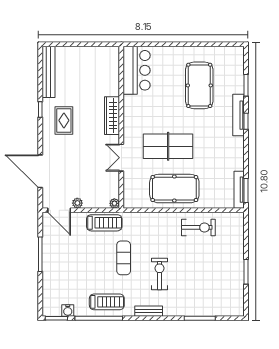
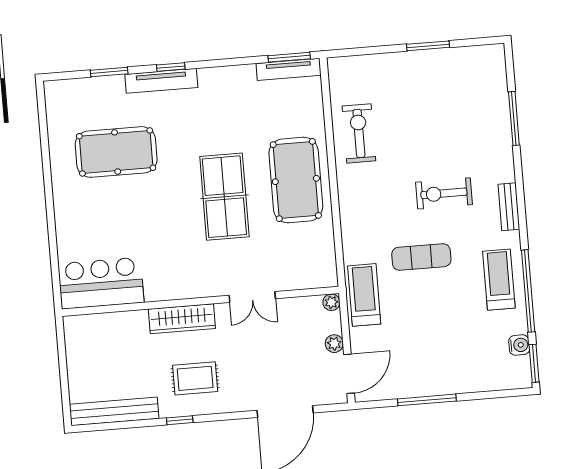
bar counter: (137, 70) -> (101, 283), moved
wardrobe: (112, 116) -> (182, 319), moved
wall: (121, 127) -> (200, 301), moved
double door: (121, 158) -> (252, 297), moved
plant: (114, 203) -> (331, 302), moved

